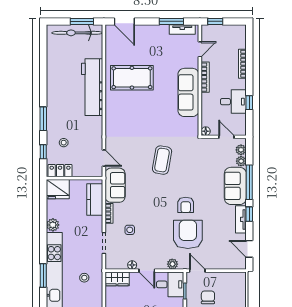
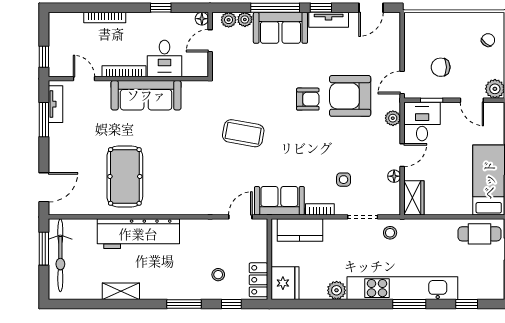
shelving: (52, 75) -> (121, 291), added
desk: (233, 102) -> (164, 58), moved, turned 180
floor lamp: (206, 131) -> (202, 19), moved
stool: (84, 278) -> (390, 233), moved

